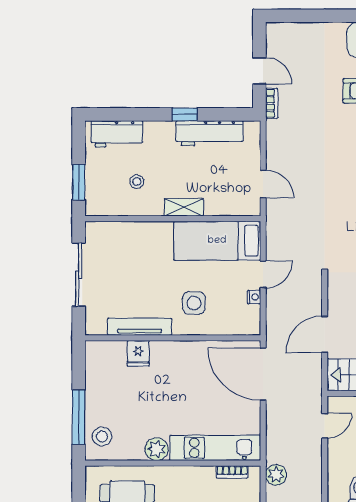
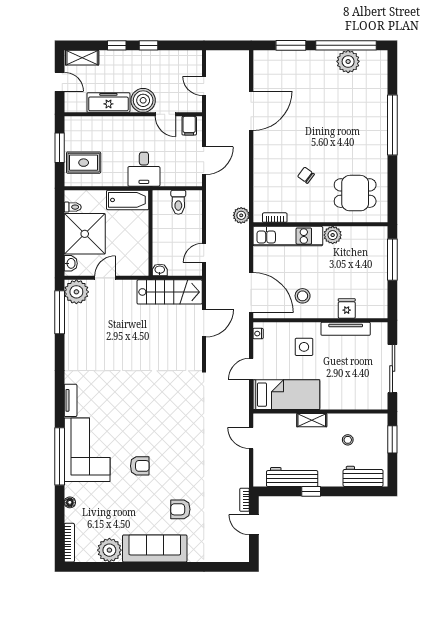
nightstand: (254, 297) -> (258, 334), moved
stool: (102, 437) -> (303, 296), moved

